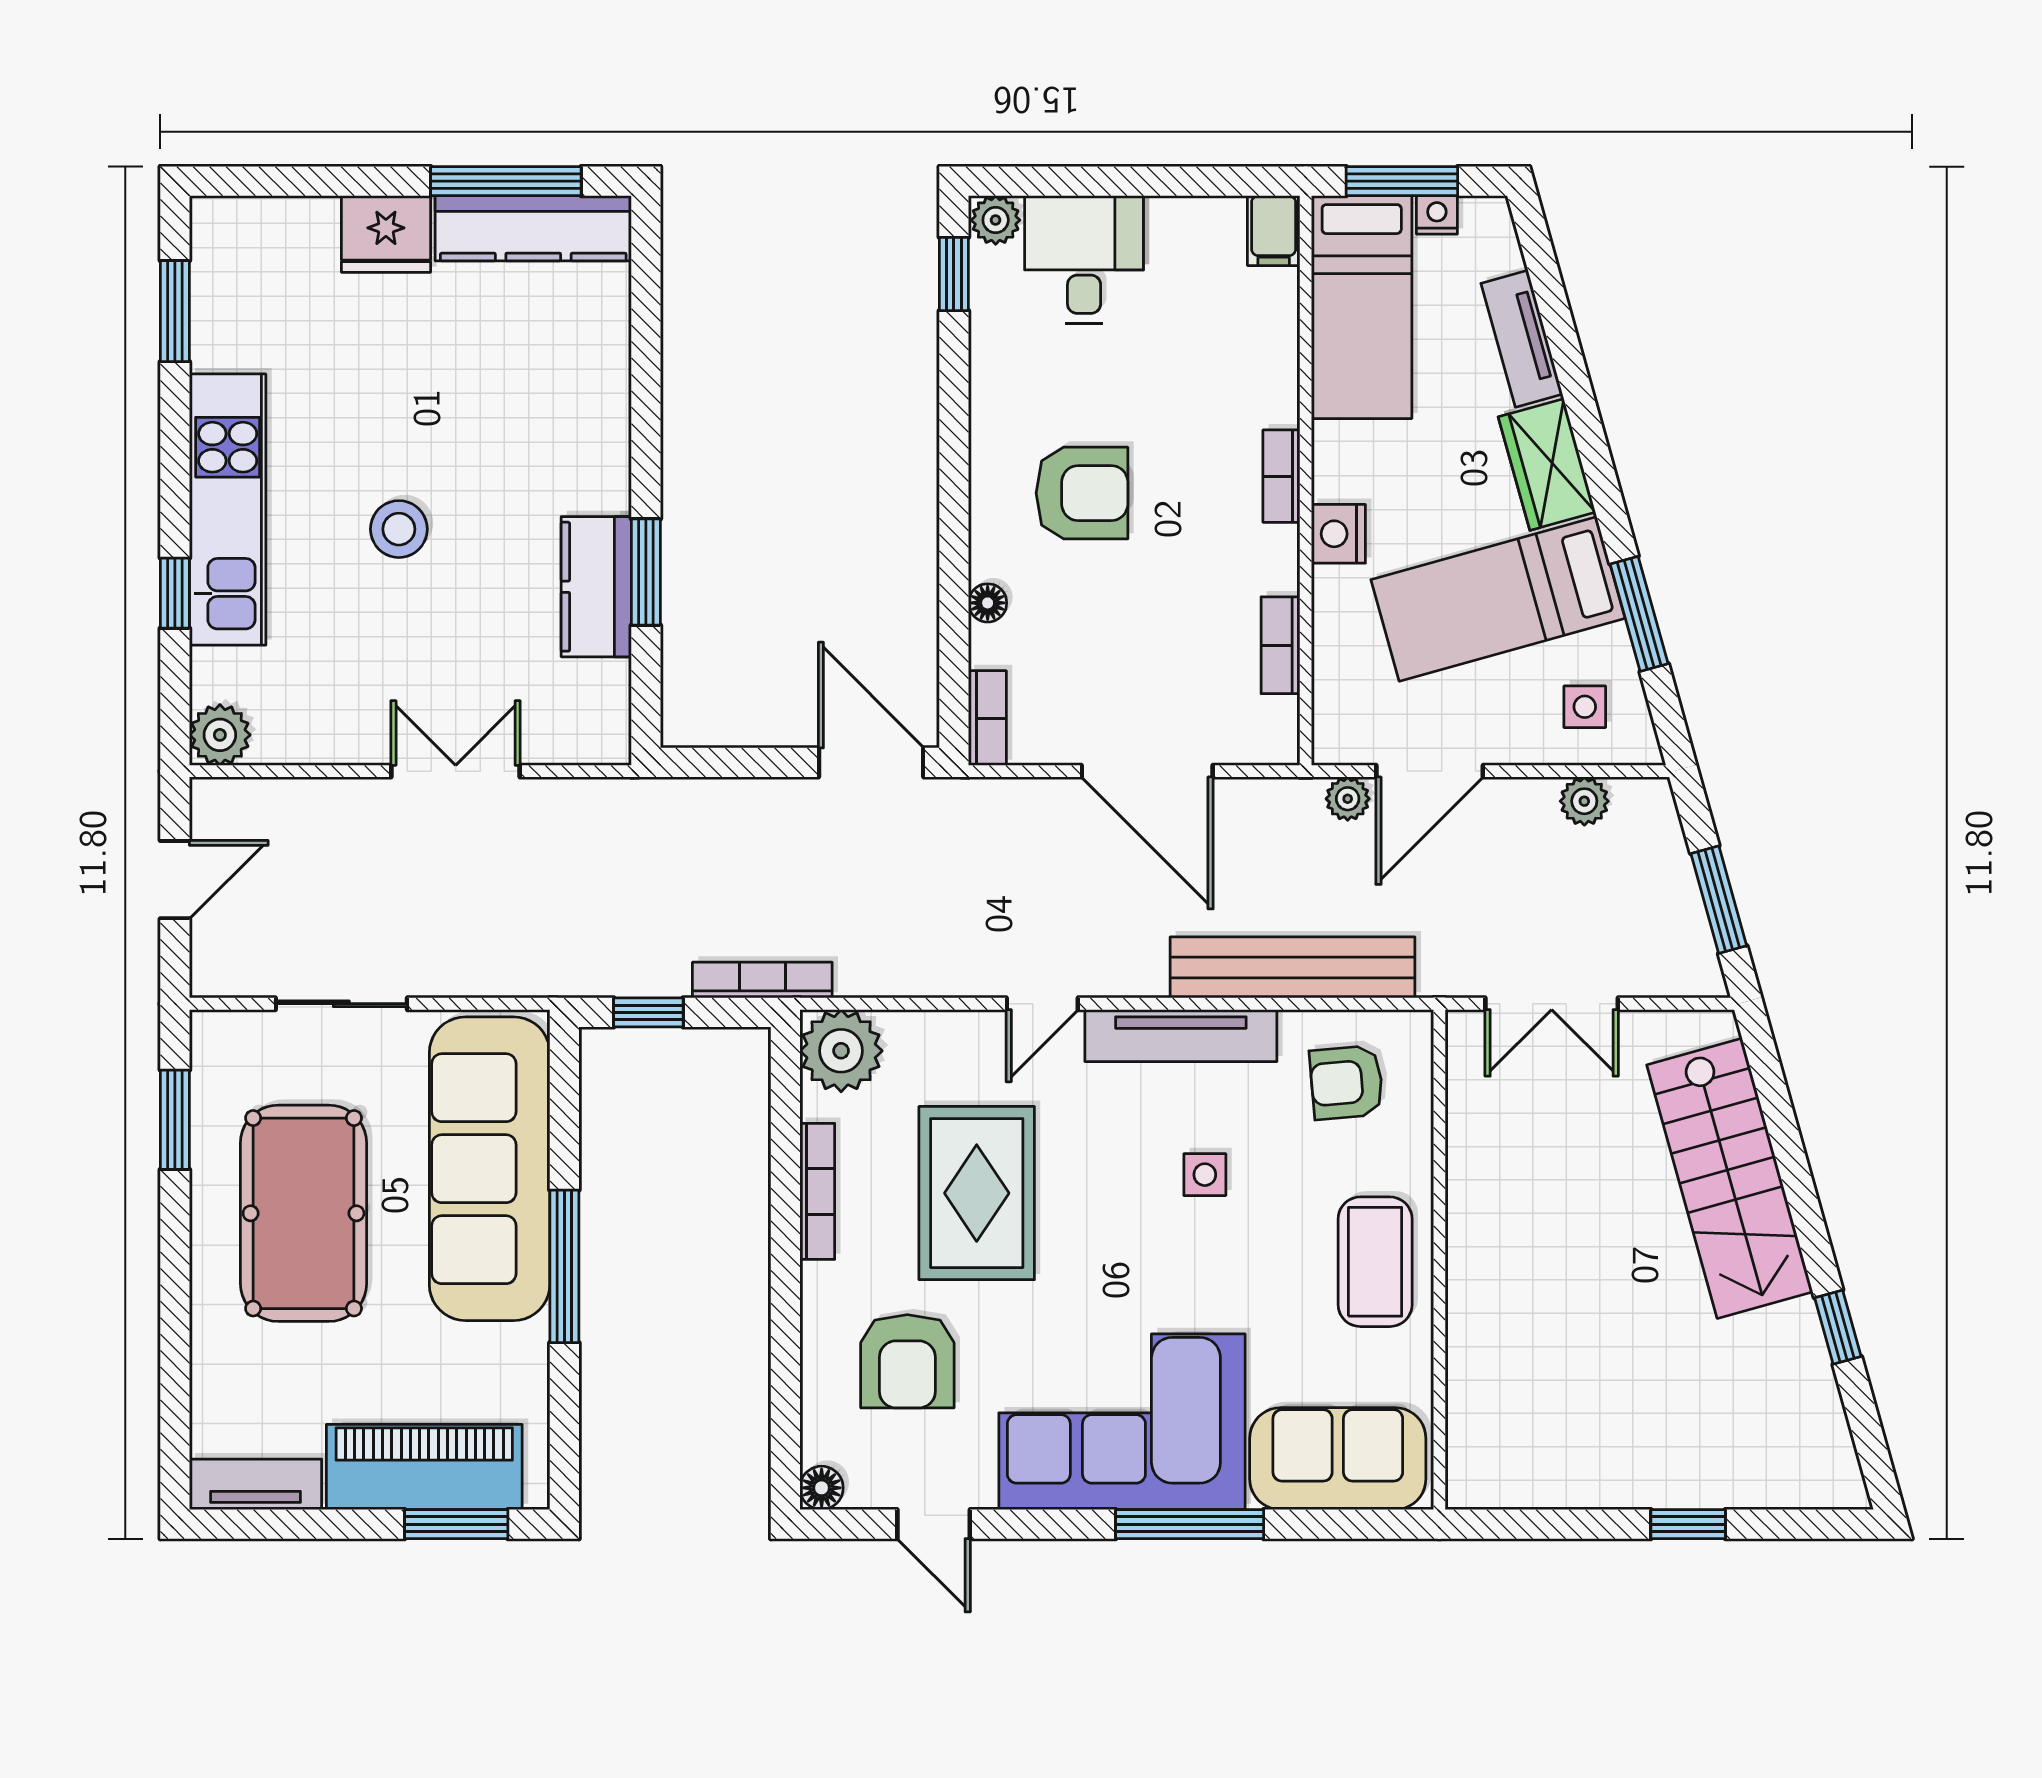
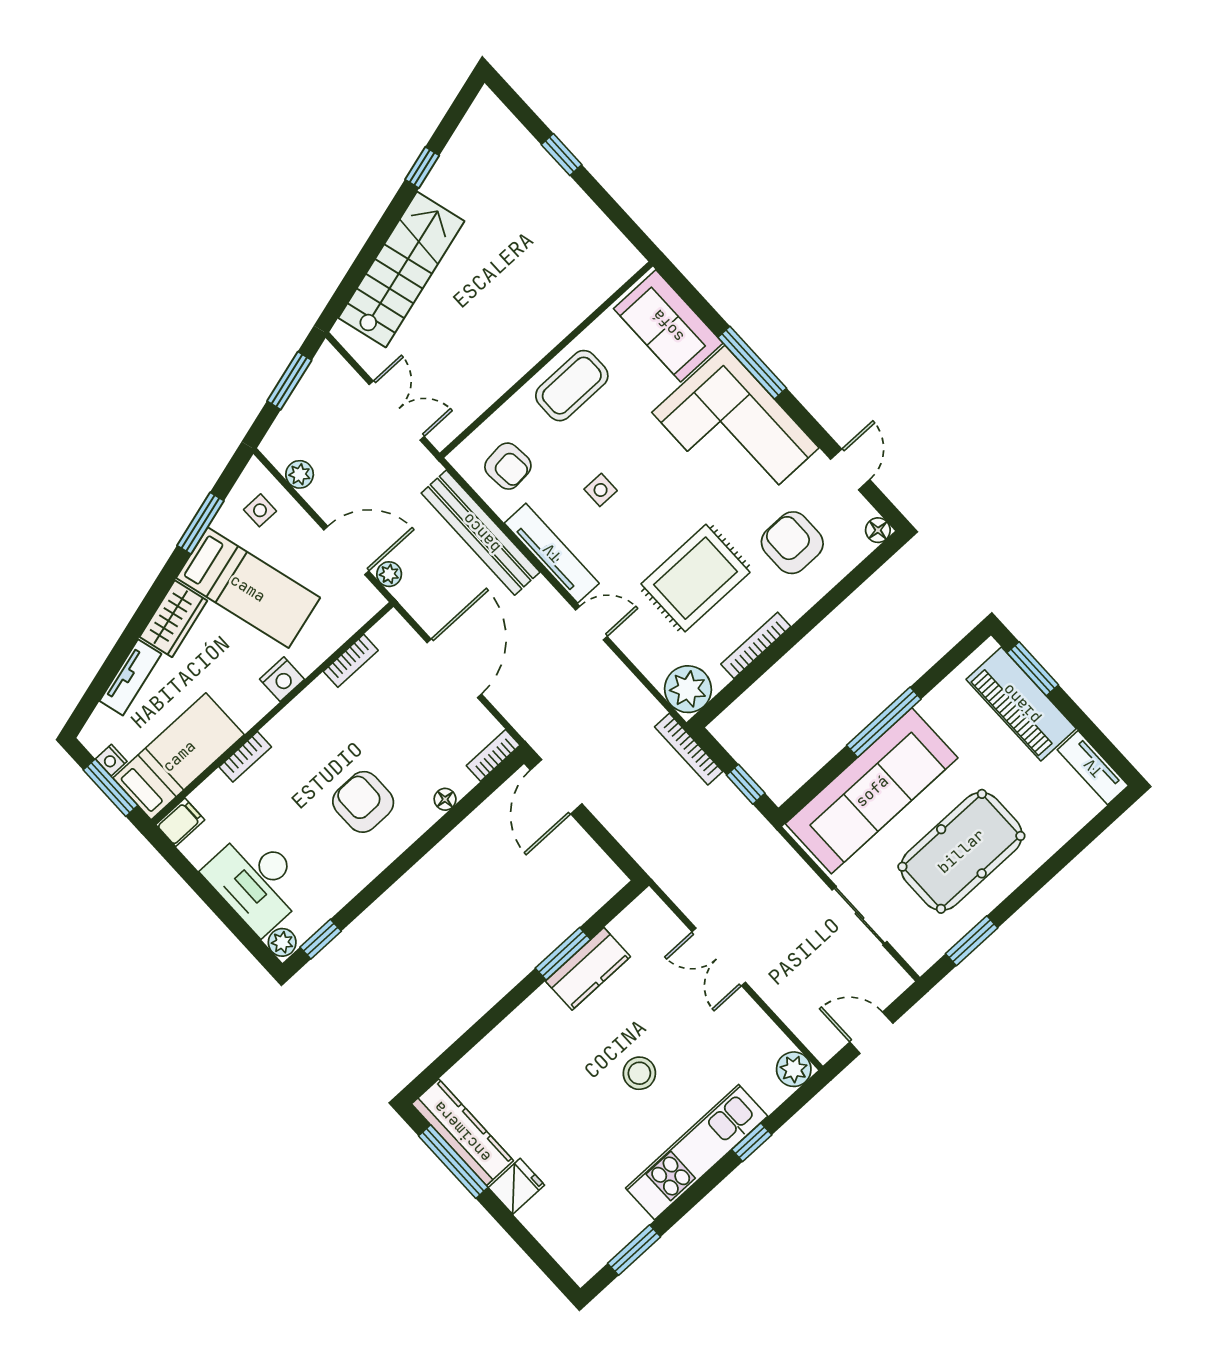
fridge: (386, 234) -> (516, 1186), width x0.72
desk: (1084, 260) -> (256, 881), width x1.37
bookcase: (1281, 476) -> (245, 757), moved
armchair: (907, 1361) -> (792, 543), turned -90

